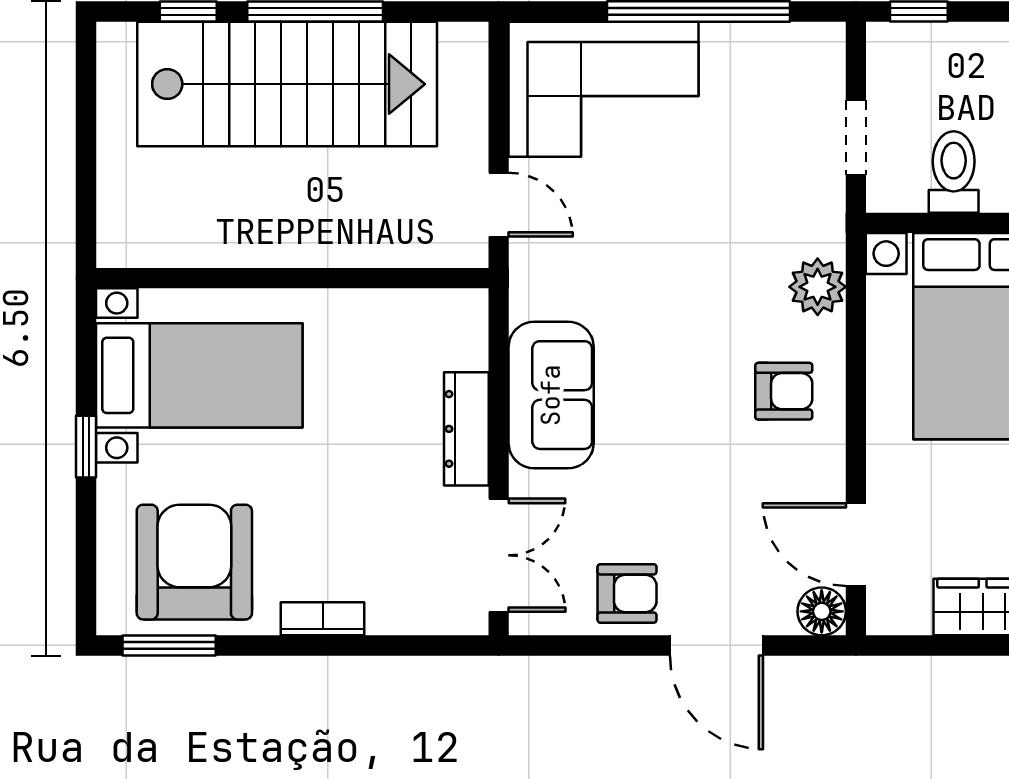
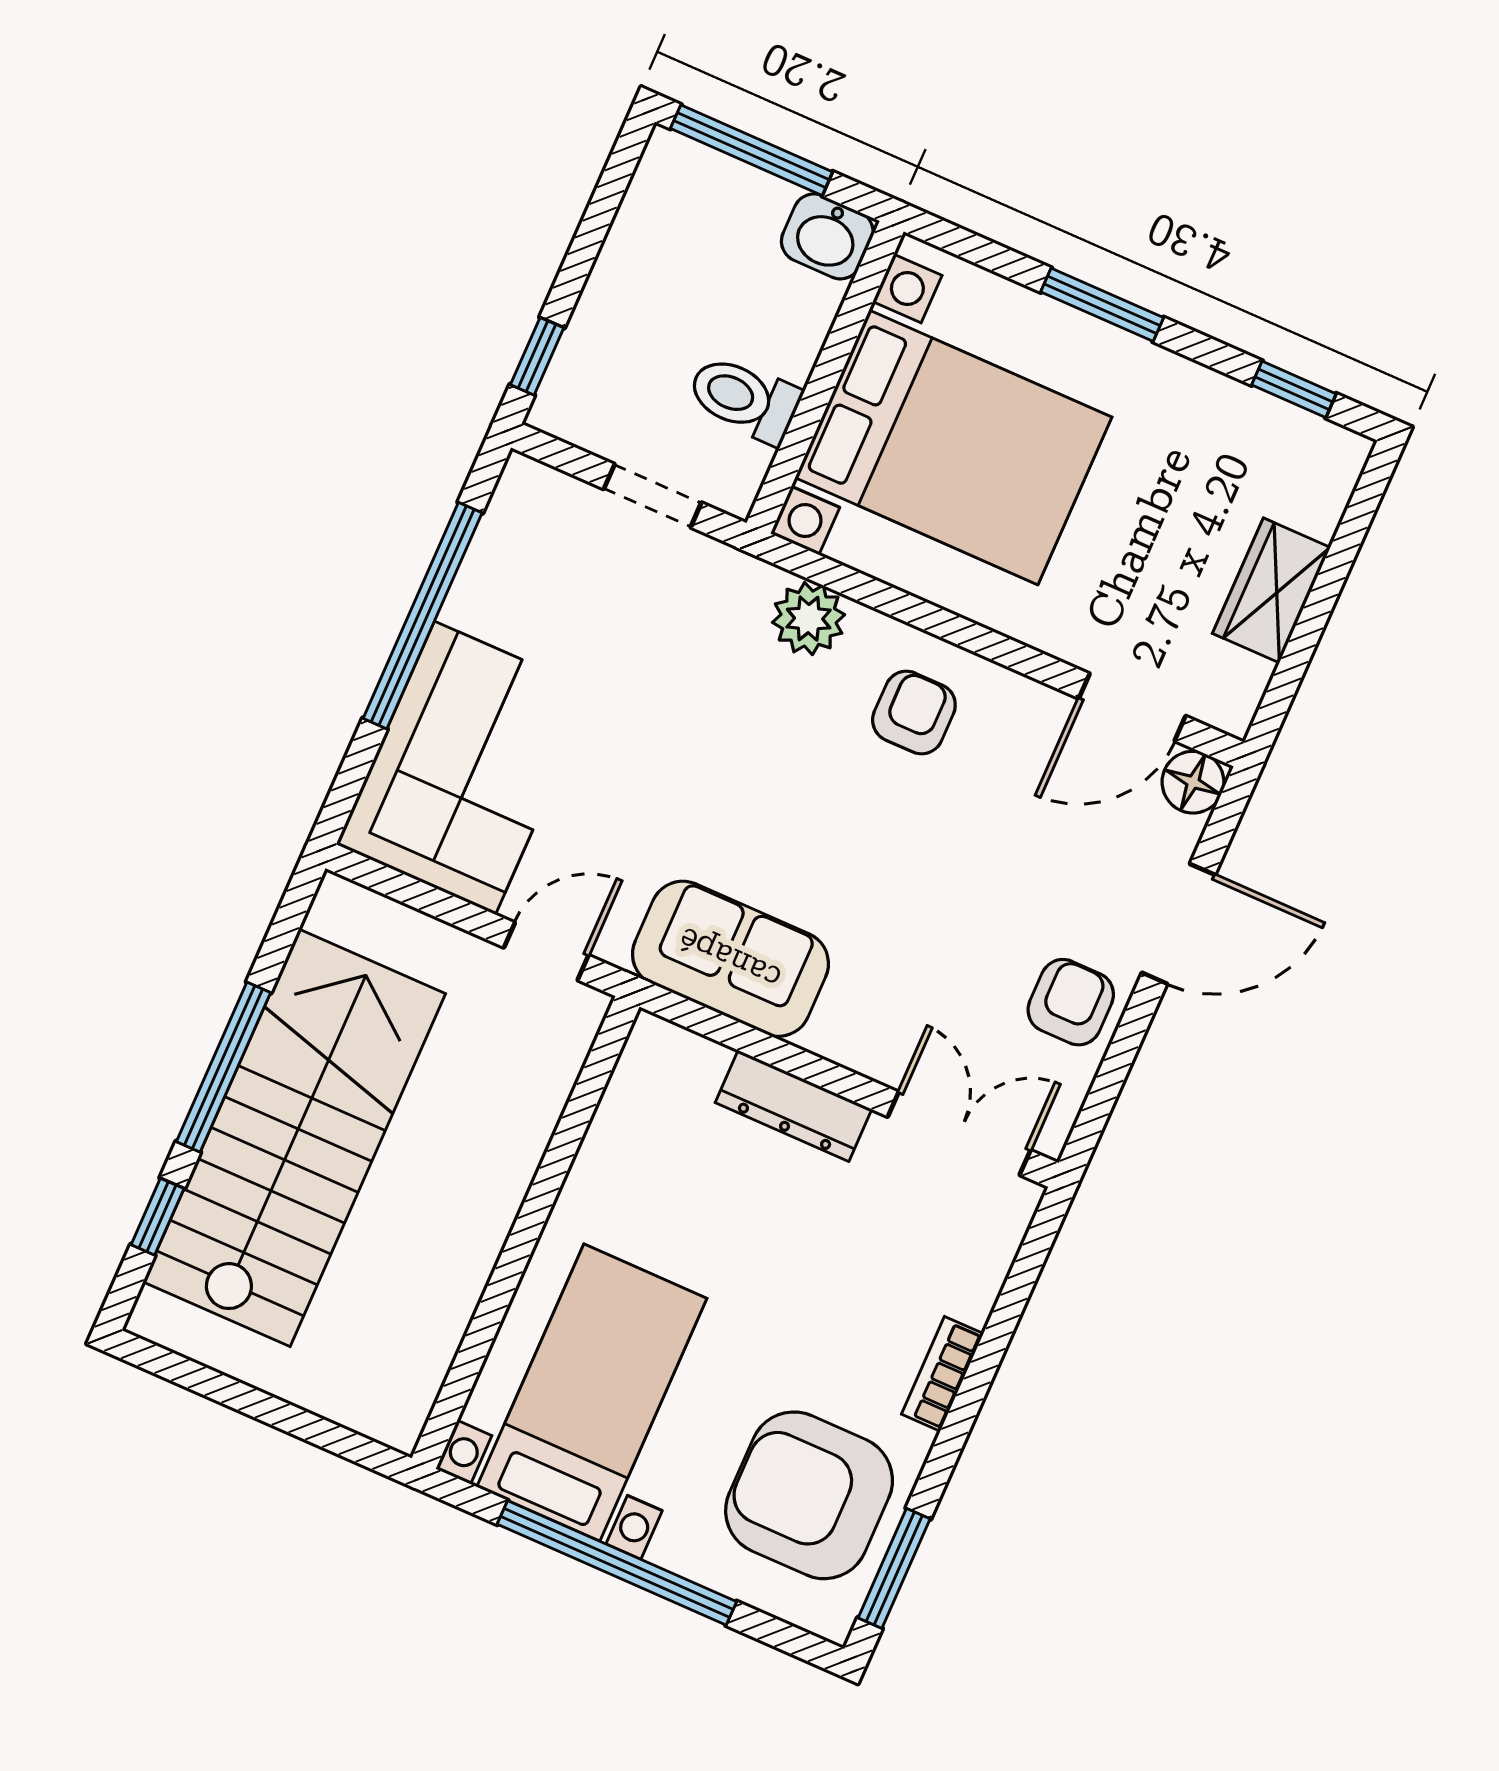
sofa: (551, 395) -> (730, 959), moved
window: (86, 447) -> (617, 1563), width x3.17

